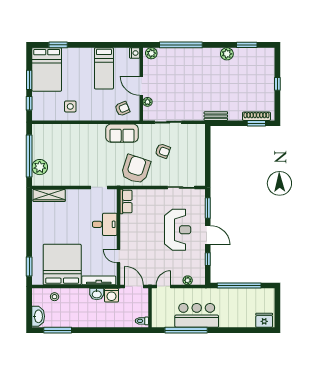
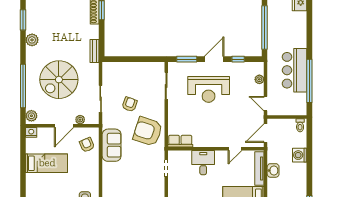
spiral stairs: (187, 81) -> (59, 80), added
reception desk: (178, 230) -> (209, 89), turned 180
washing machine: (112, 295) -> (300, 155), moved, turned 180

